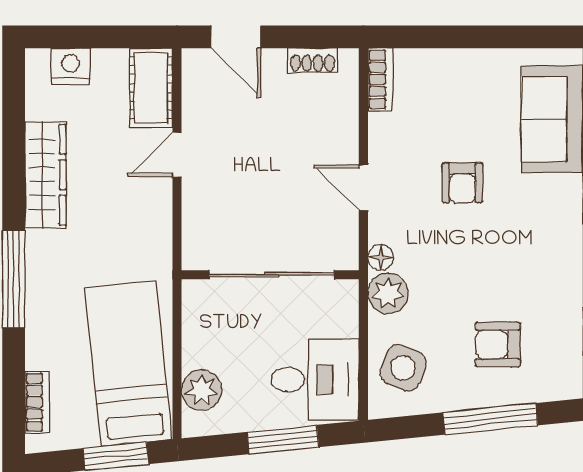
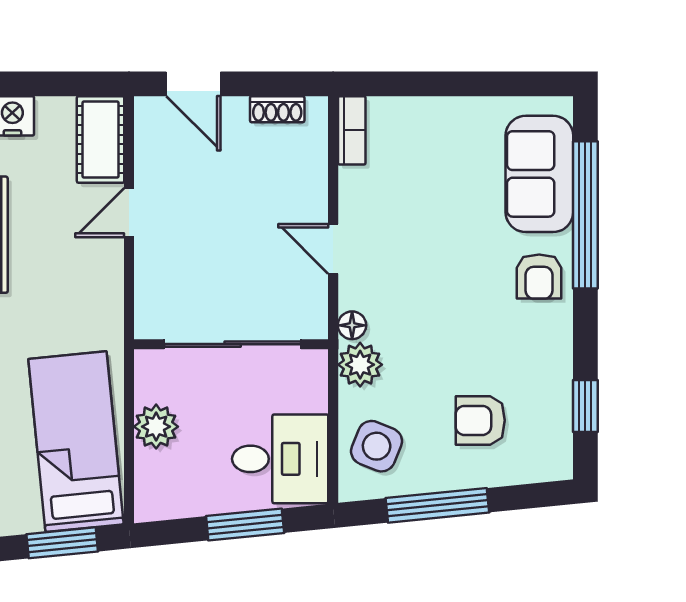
armchair: (462, 183) -> (539, 276), moved
plant: (202, 390) -> (156, 427), moved
window: (490, 419) -> (437, 505), moved

